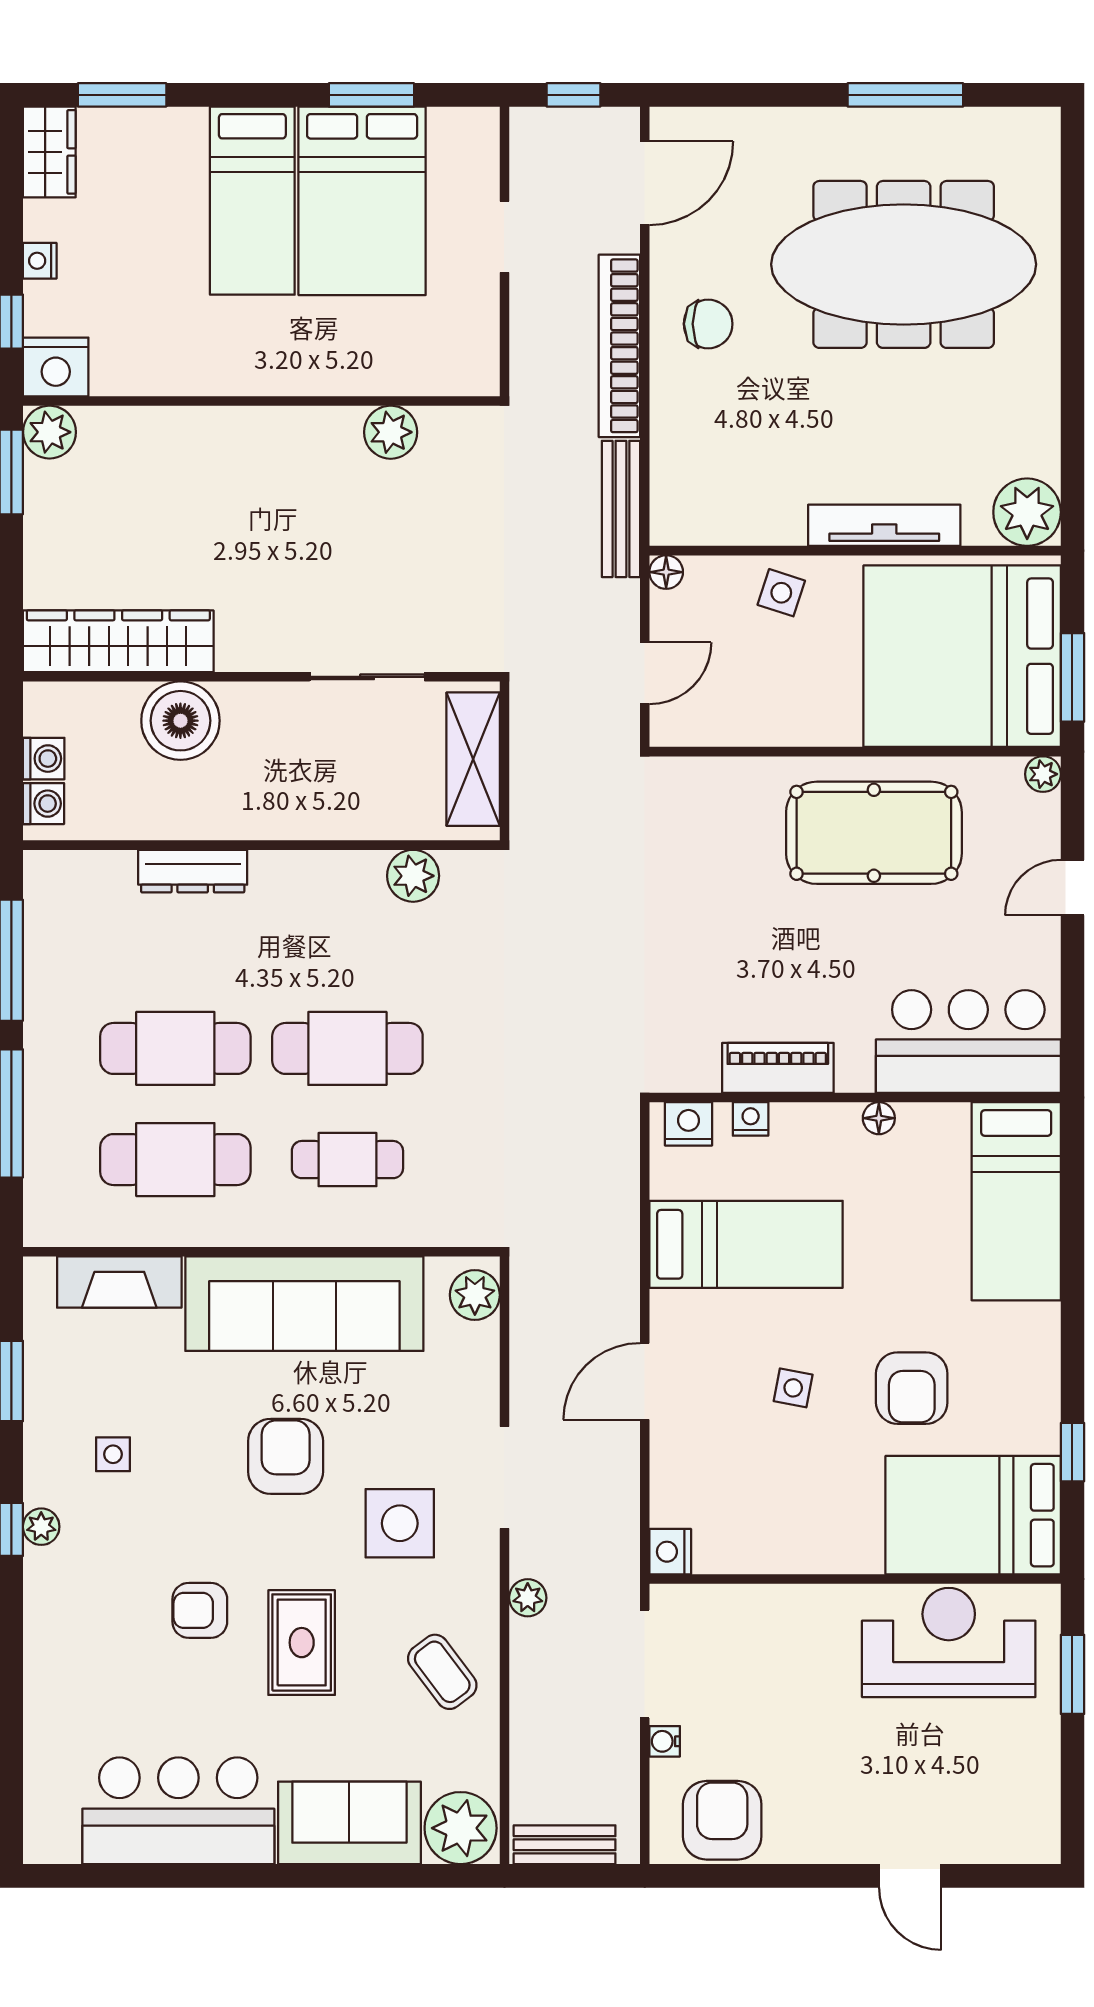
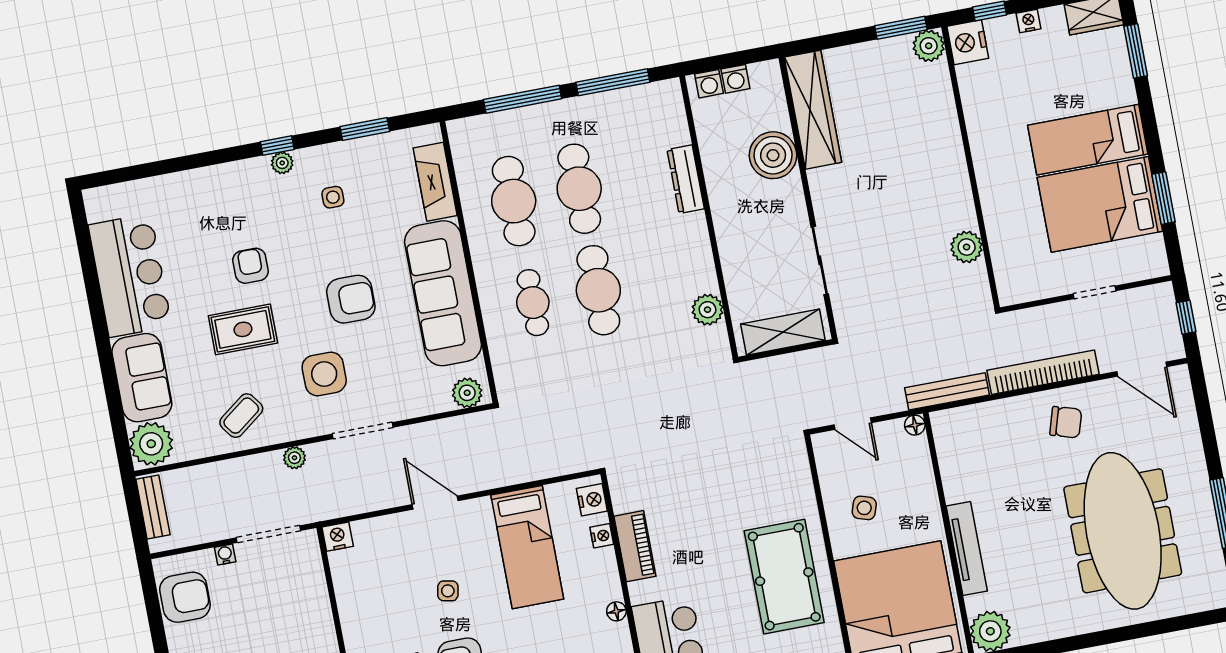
chair: (708, 324) -> (1066, 422), turned -73
side table: (781, 593) -> (864, 508), moved

